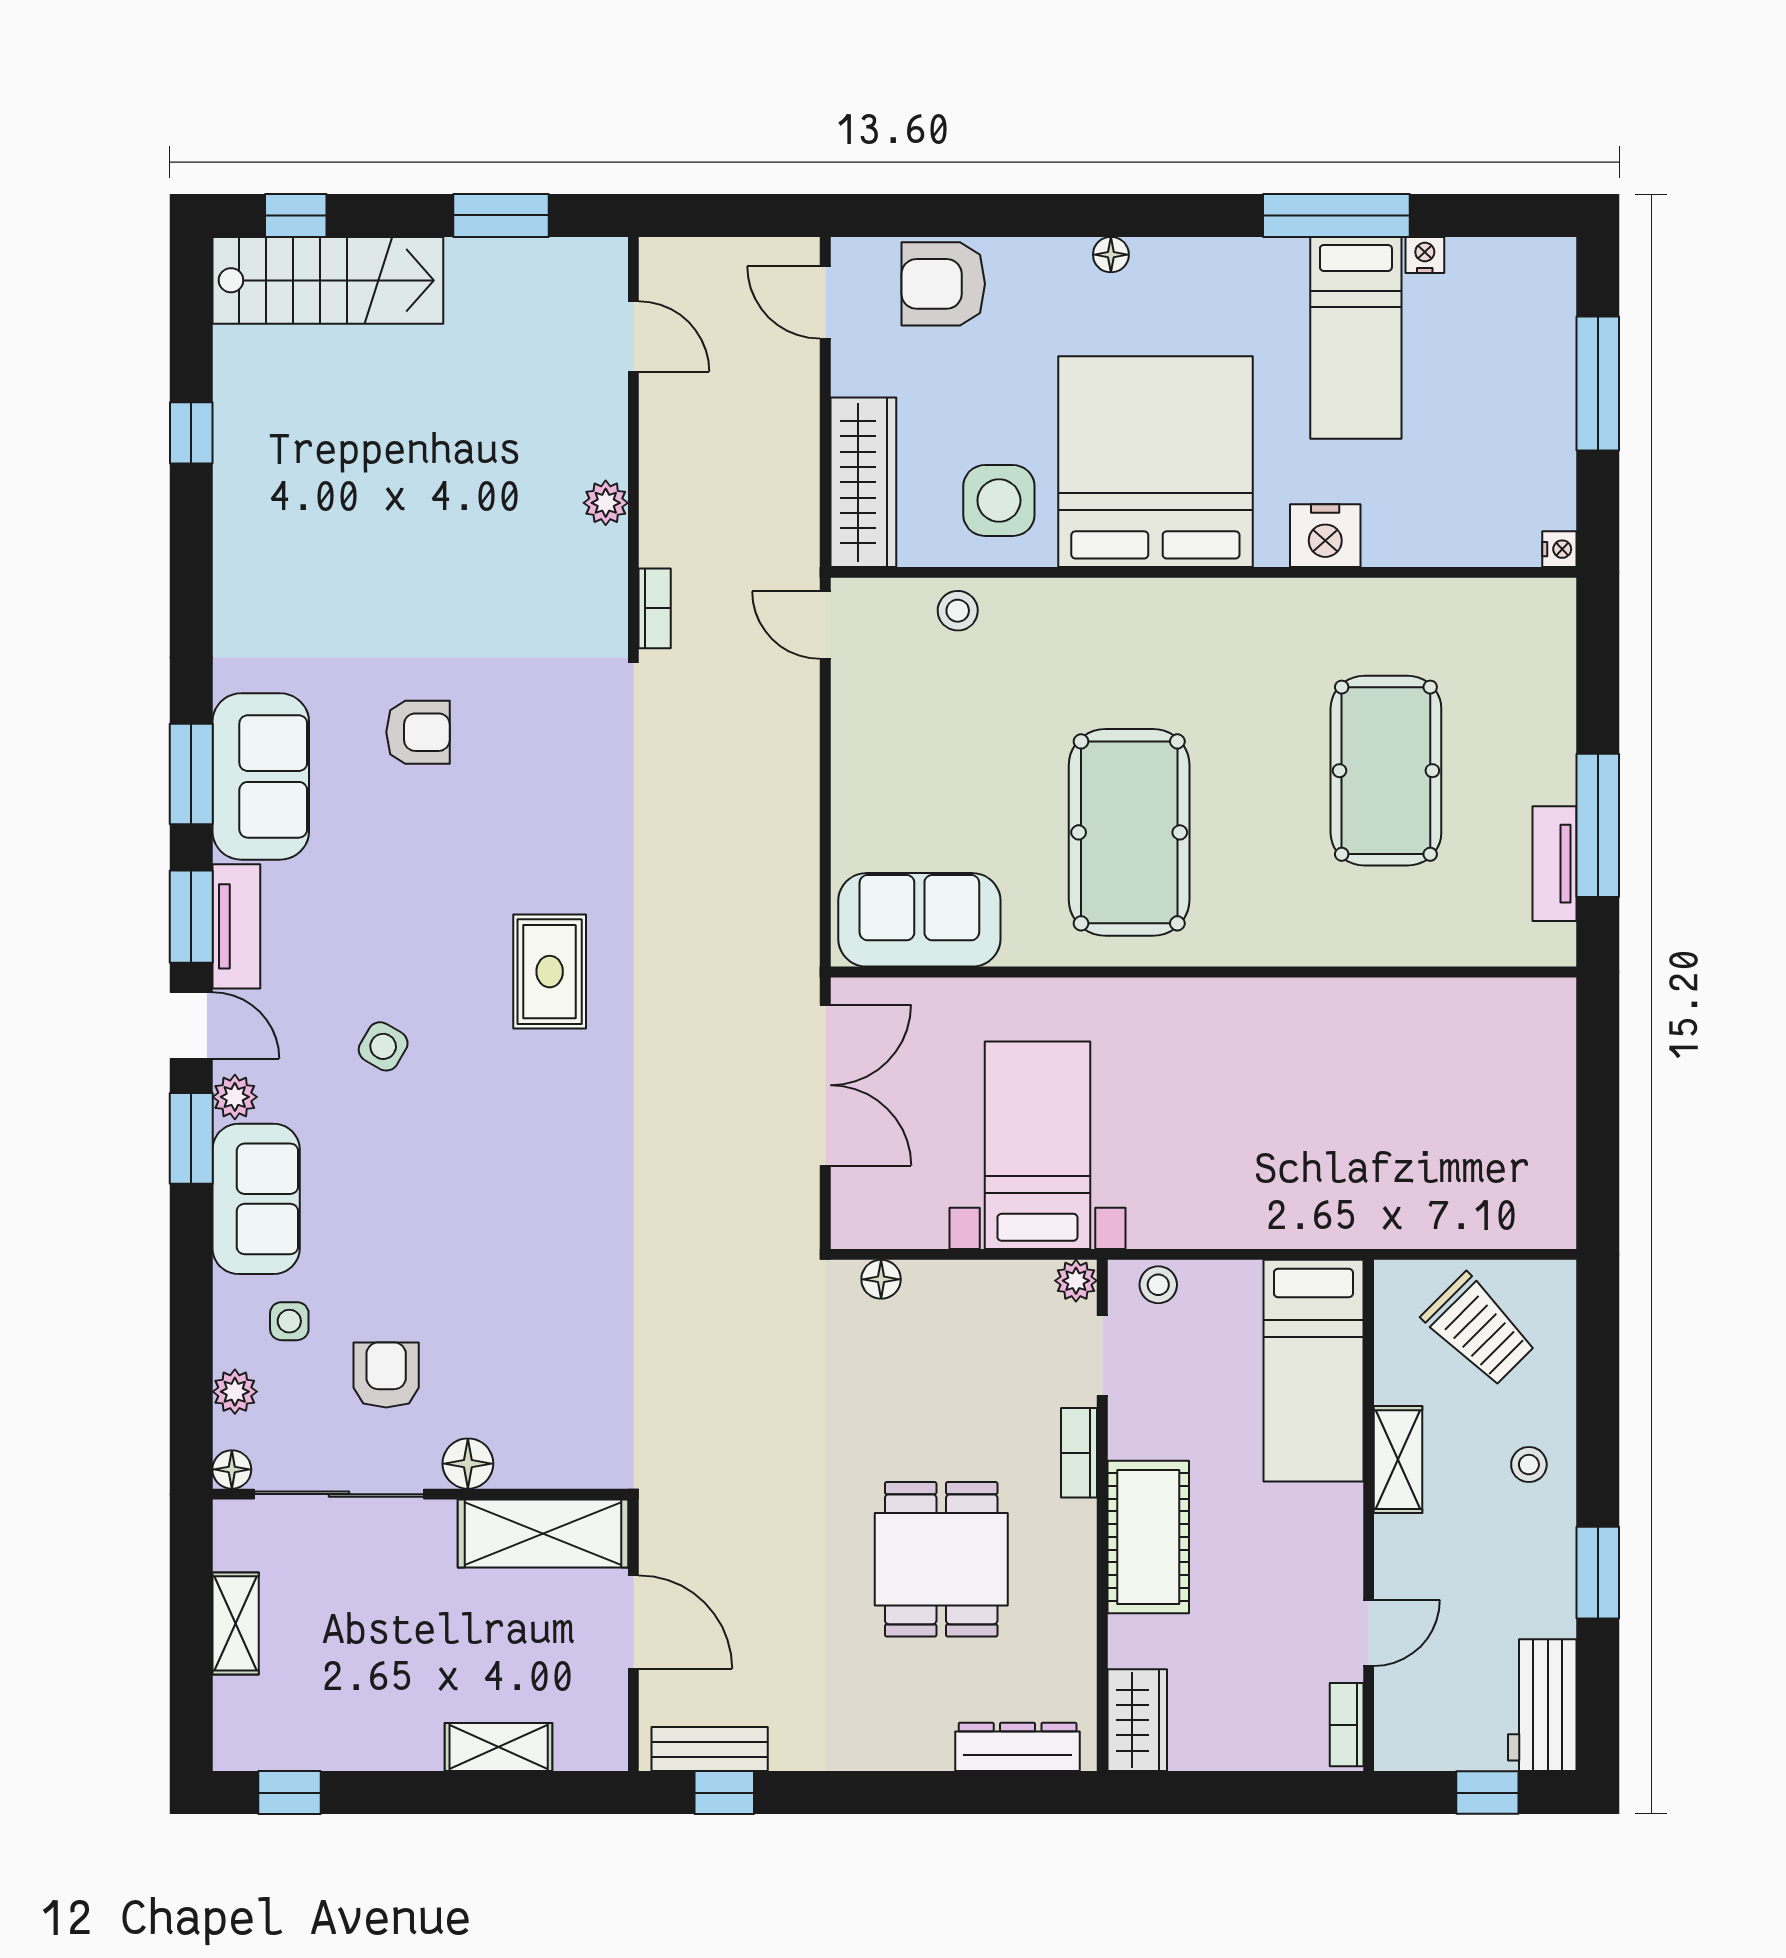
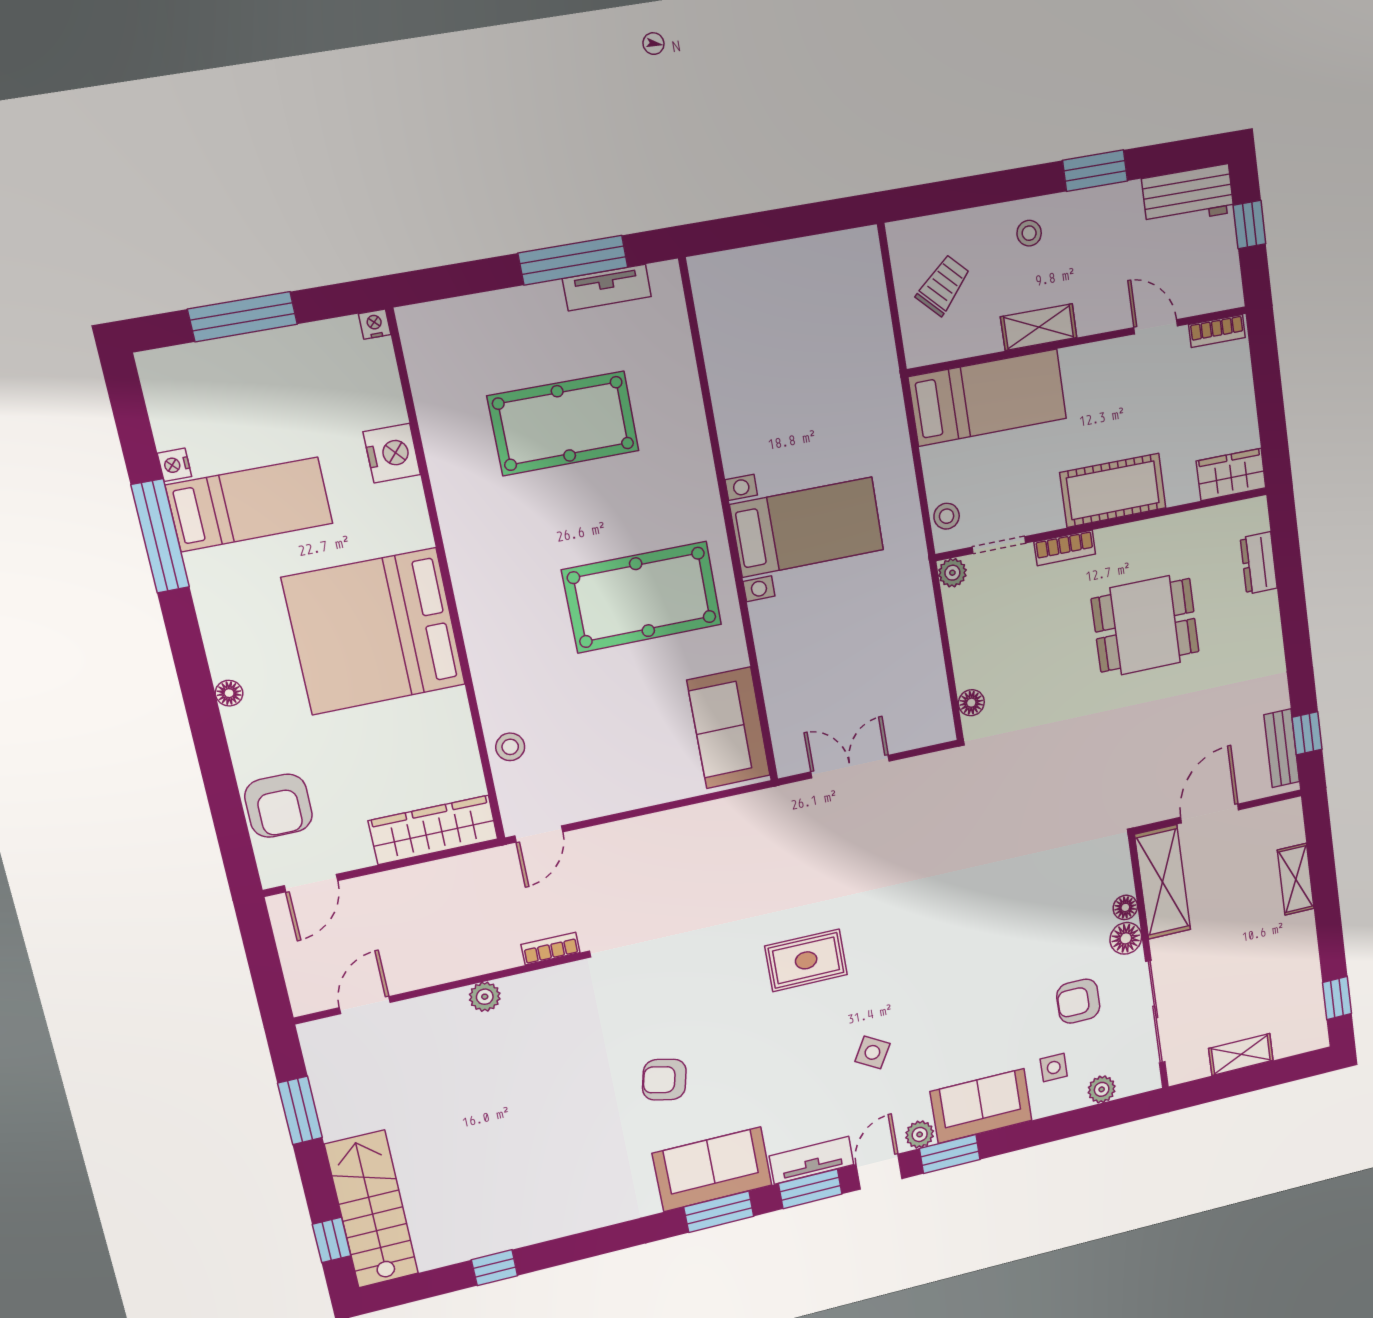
side table: (999, 500) -> (426, 735), removed
nightstand: (1325, 536) -> (392, 453), moved
armchair: (418, 732) -> (664, 1080), turned -77
double door: (825, 1085) -> (850, 767), width x0.73
bed with nightstands: (1037, 1145) -> (807, 527), moved, turned 180
trolley: (1479, 1330) -> (943, 285), width x0.73, depth x0.72
floor lamp: (232, 1469) -> (1125, 907), moved
dresser: (1018, 1747) -> (1259, 563), width x0.70

